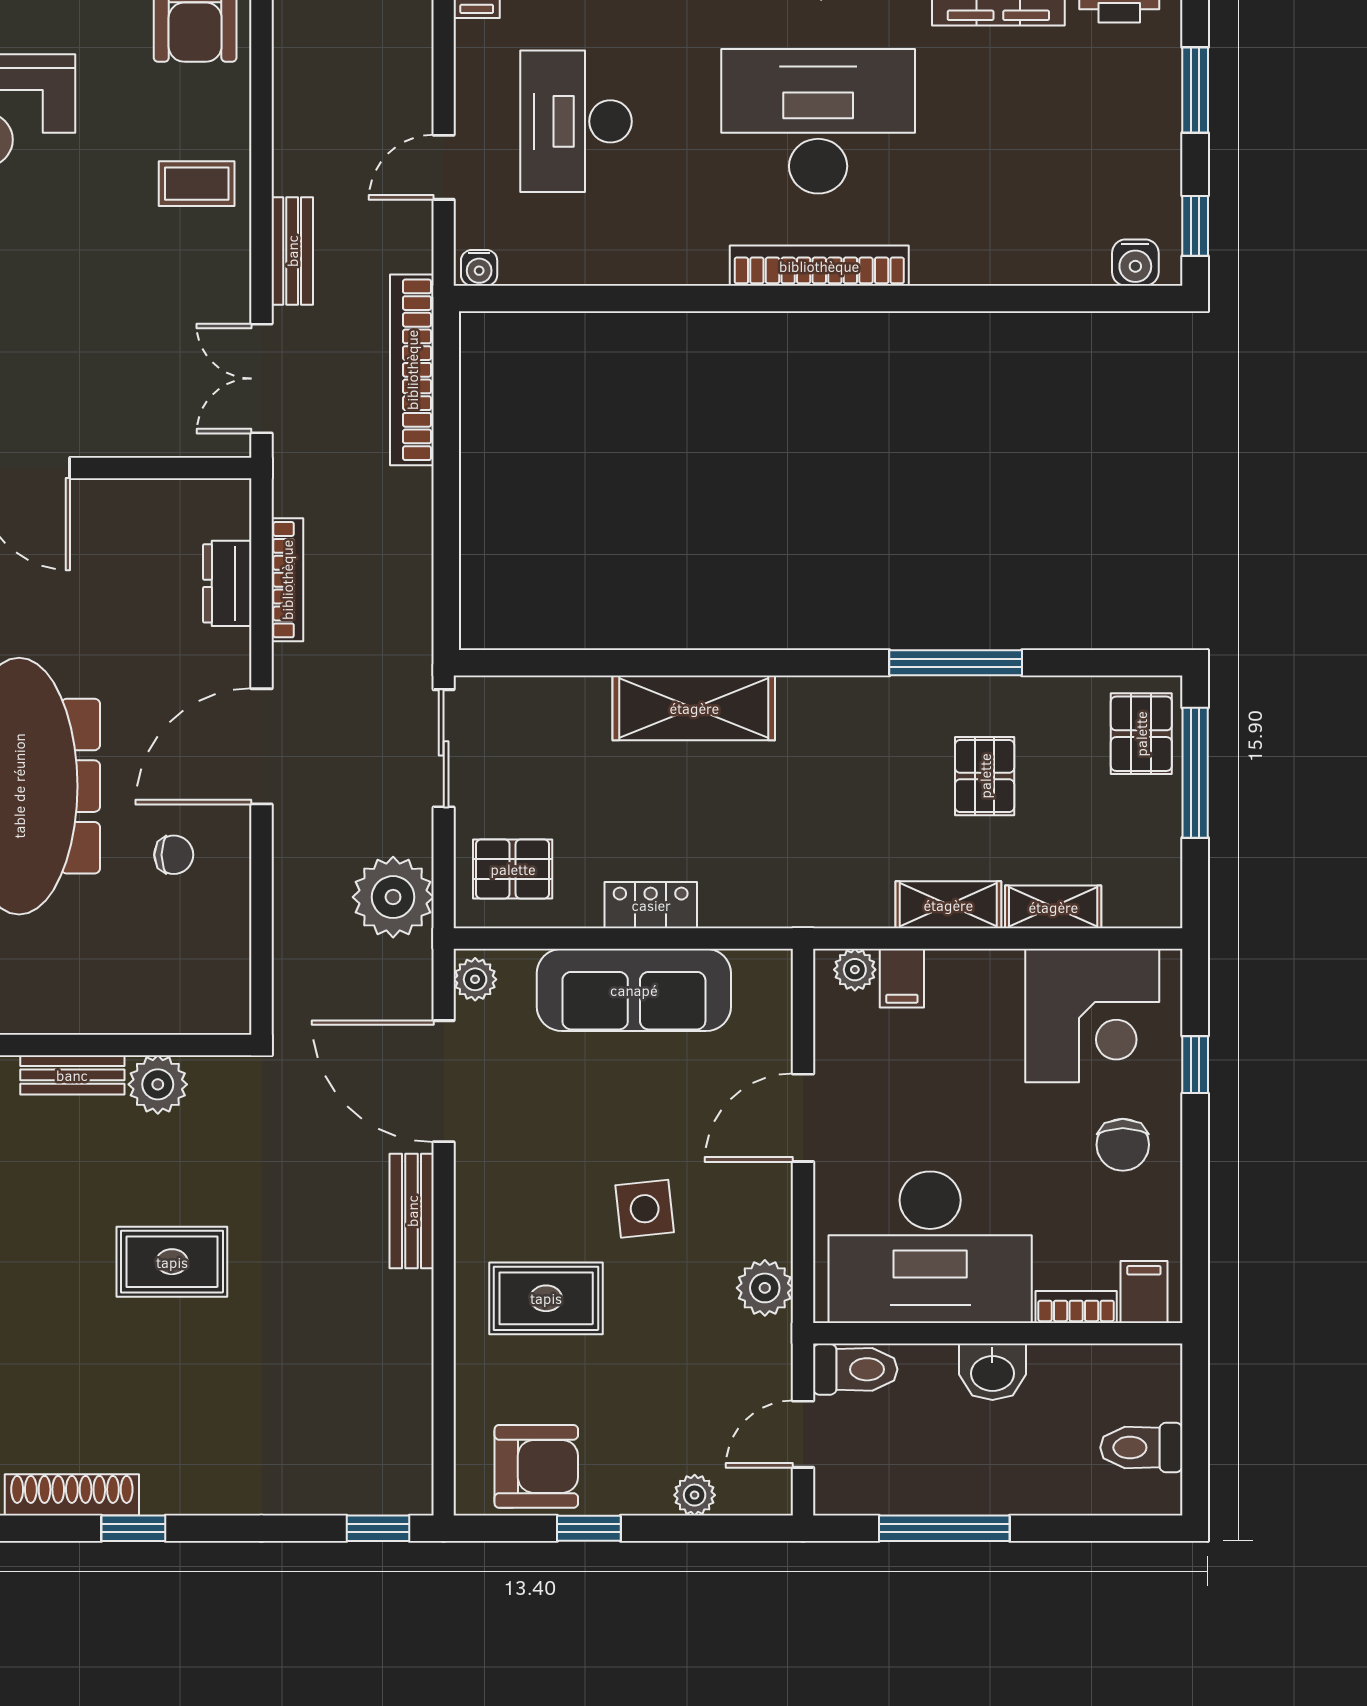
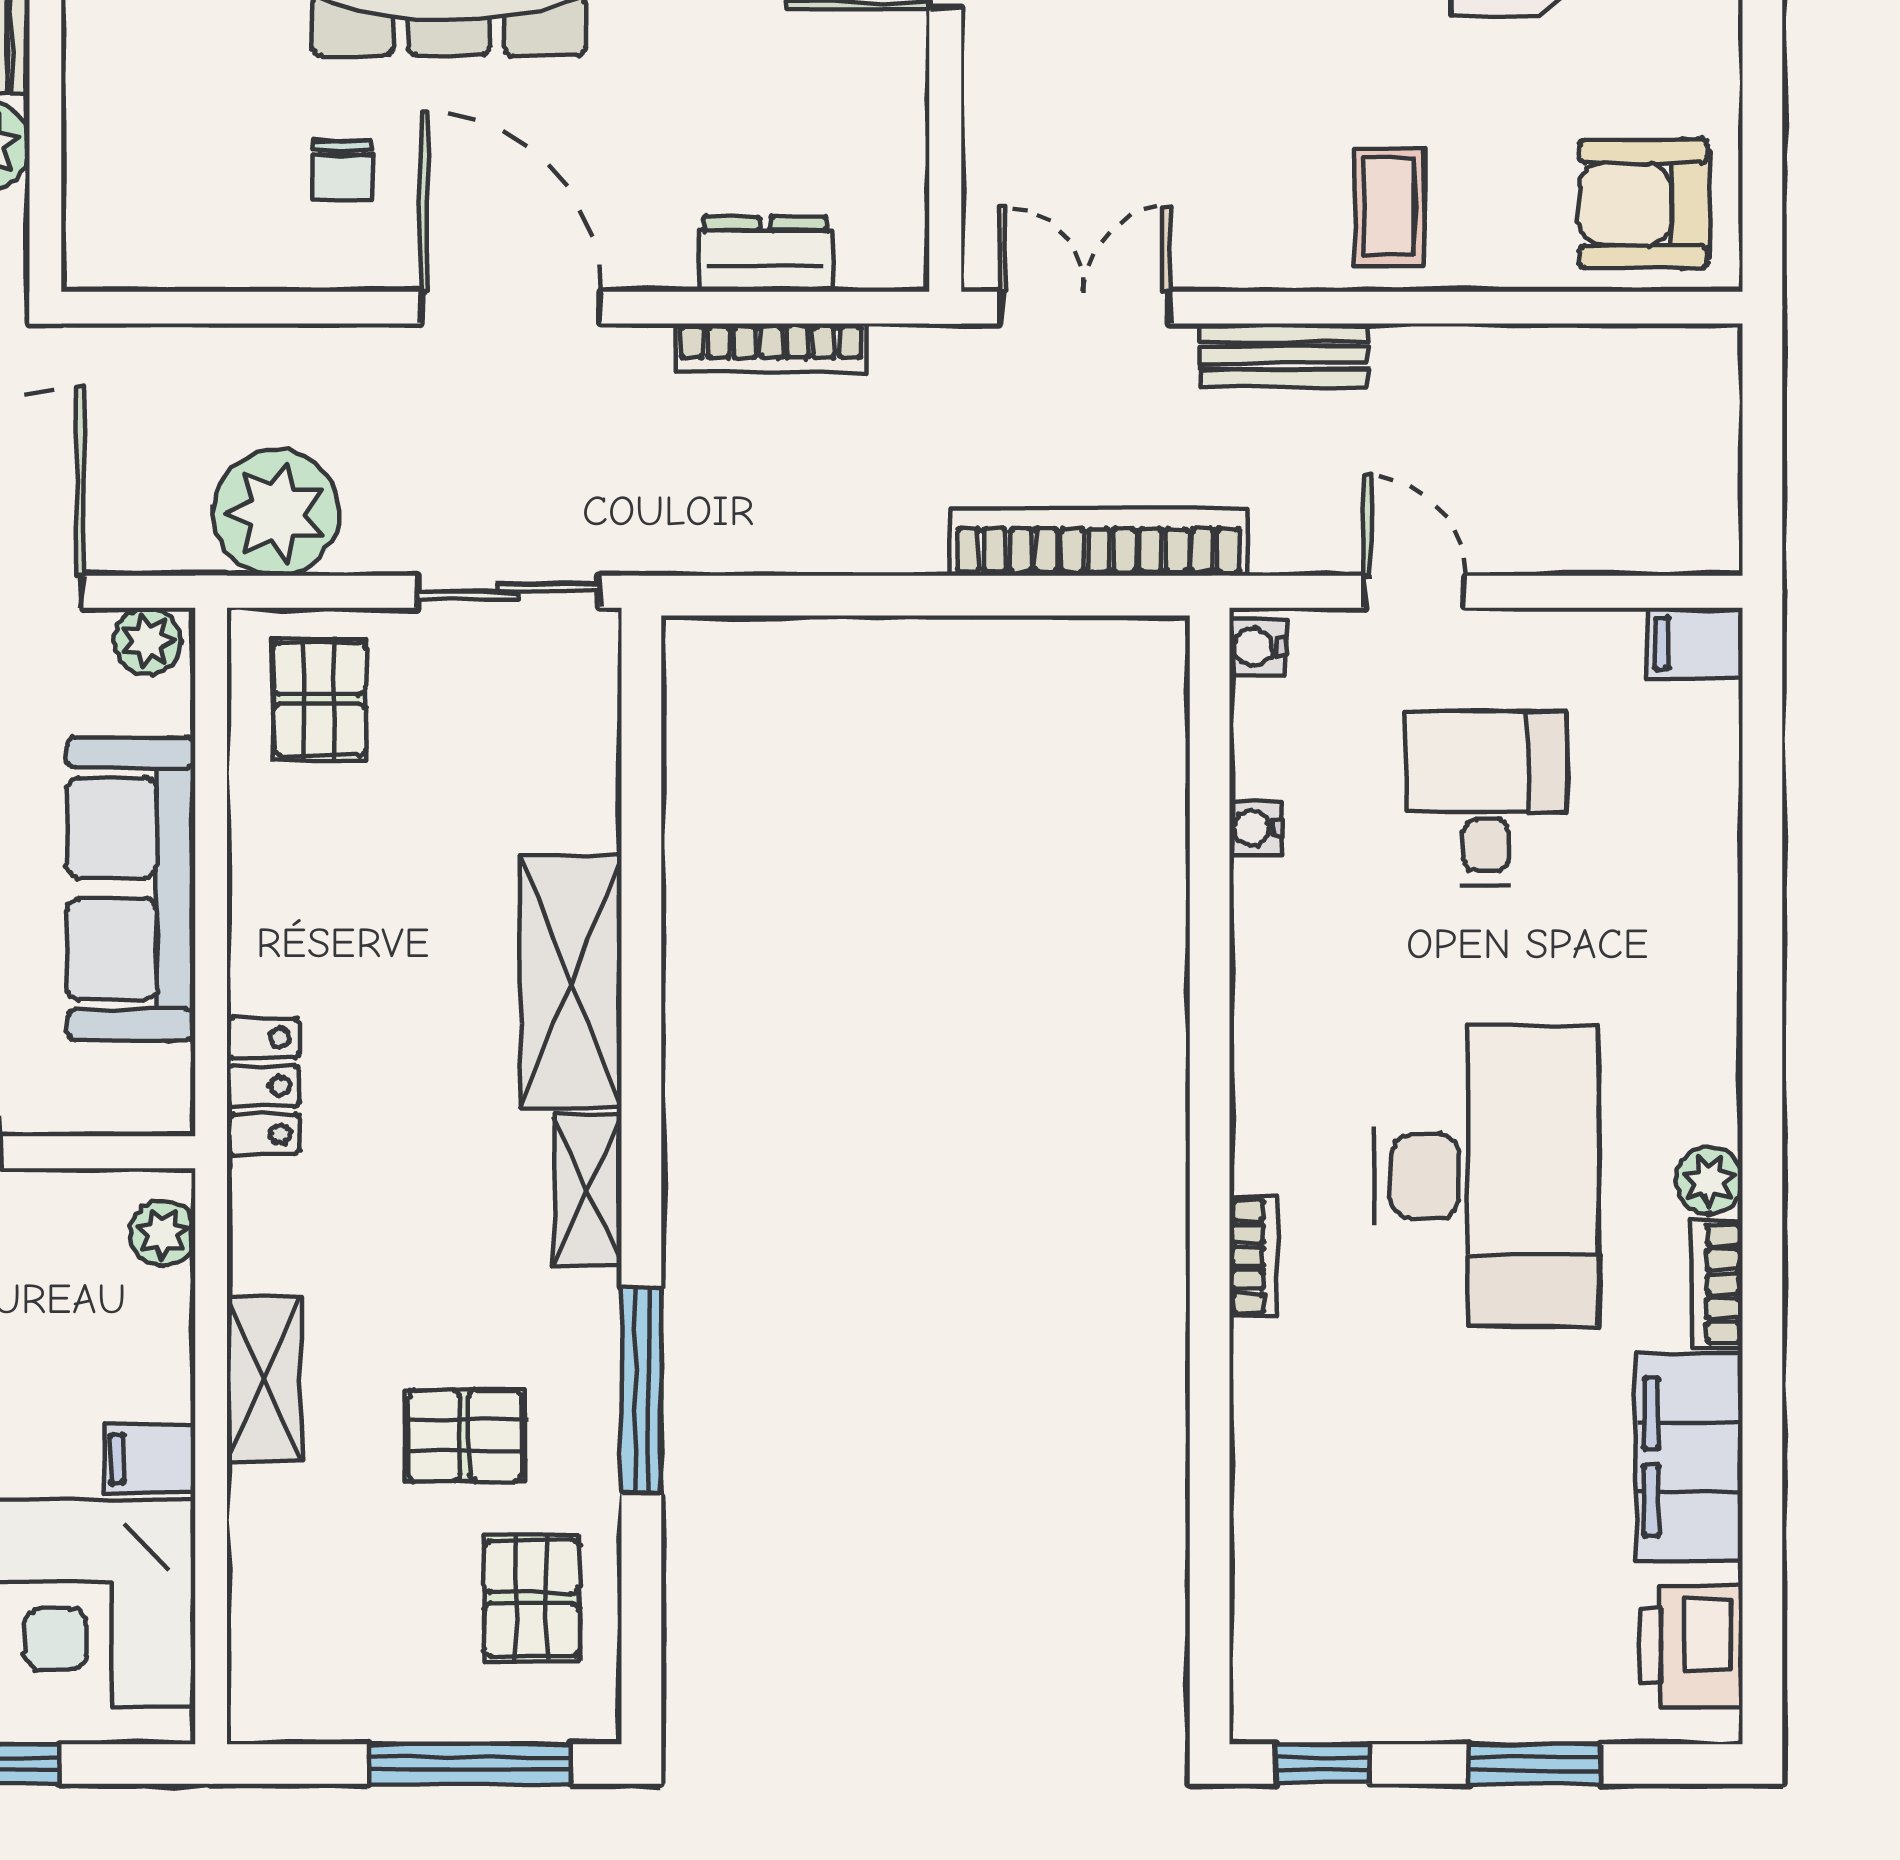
desk: (576, 121) -> (1486, 798), width x0.73
water cooler: (1135, 263) -> (1256, 828), moved, width x0.72, depth x0.72
bookcase: (819, 266) -> (1254, 1257), width x0.43, depth x0.76
pallet: (1141, 734) -> (532, 1598), moved, turned 90
locker: (651, 905) -> (263, 1086), moved
shelving: (1053, 907) -> (588, 1190), moved
filing cabinet: (902, 978) -> (149, 1459), moved

